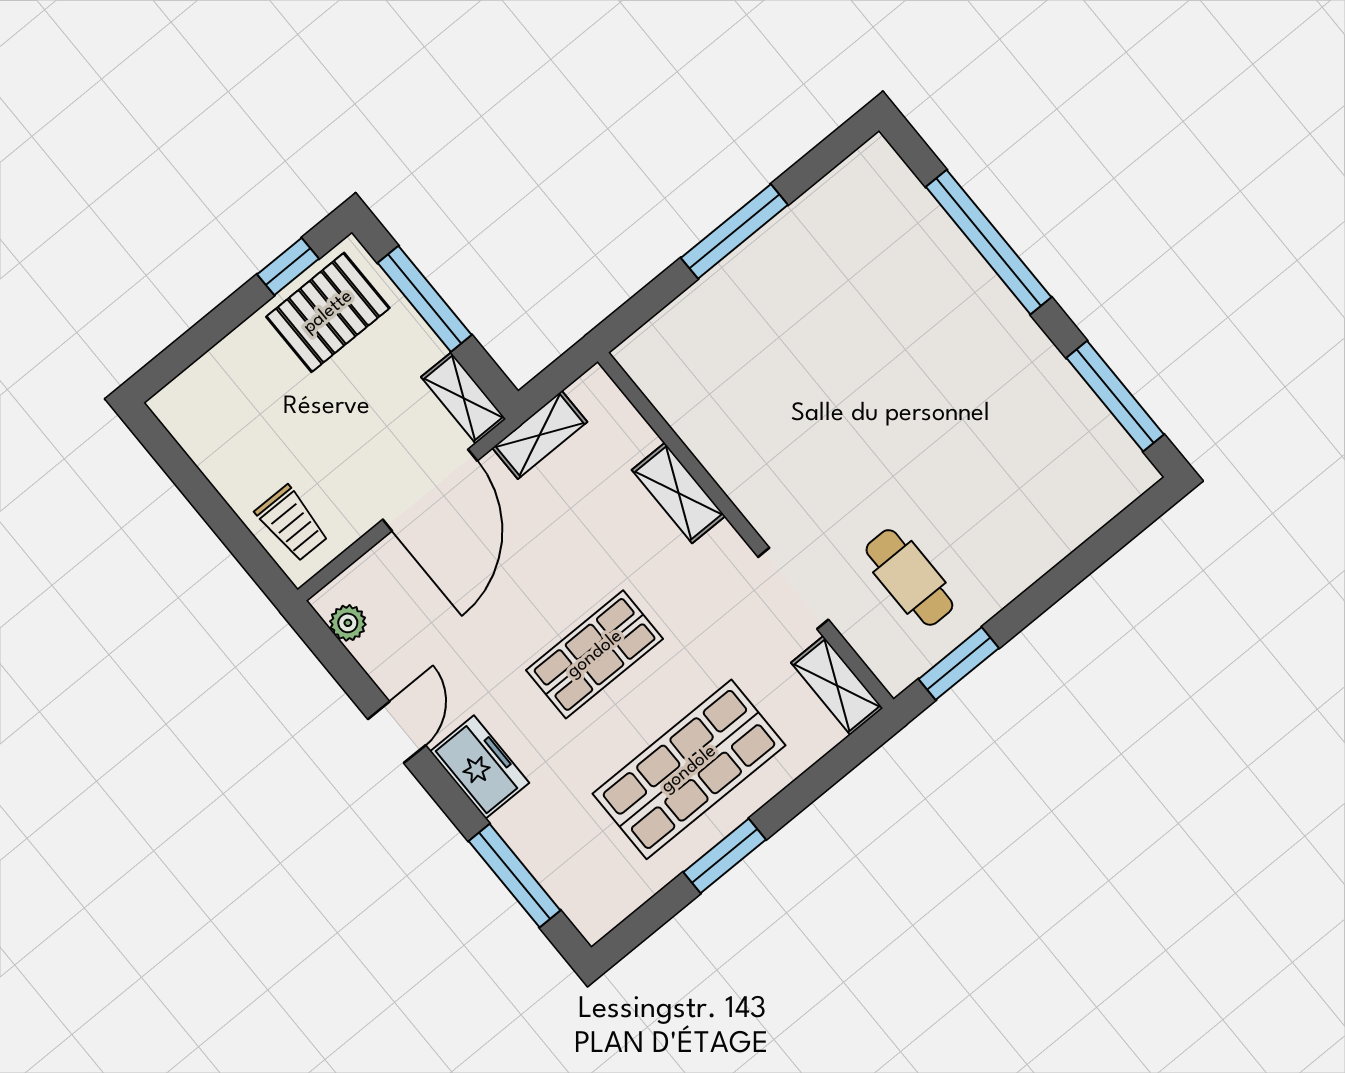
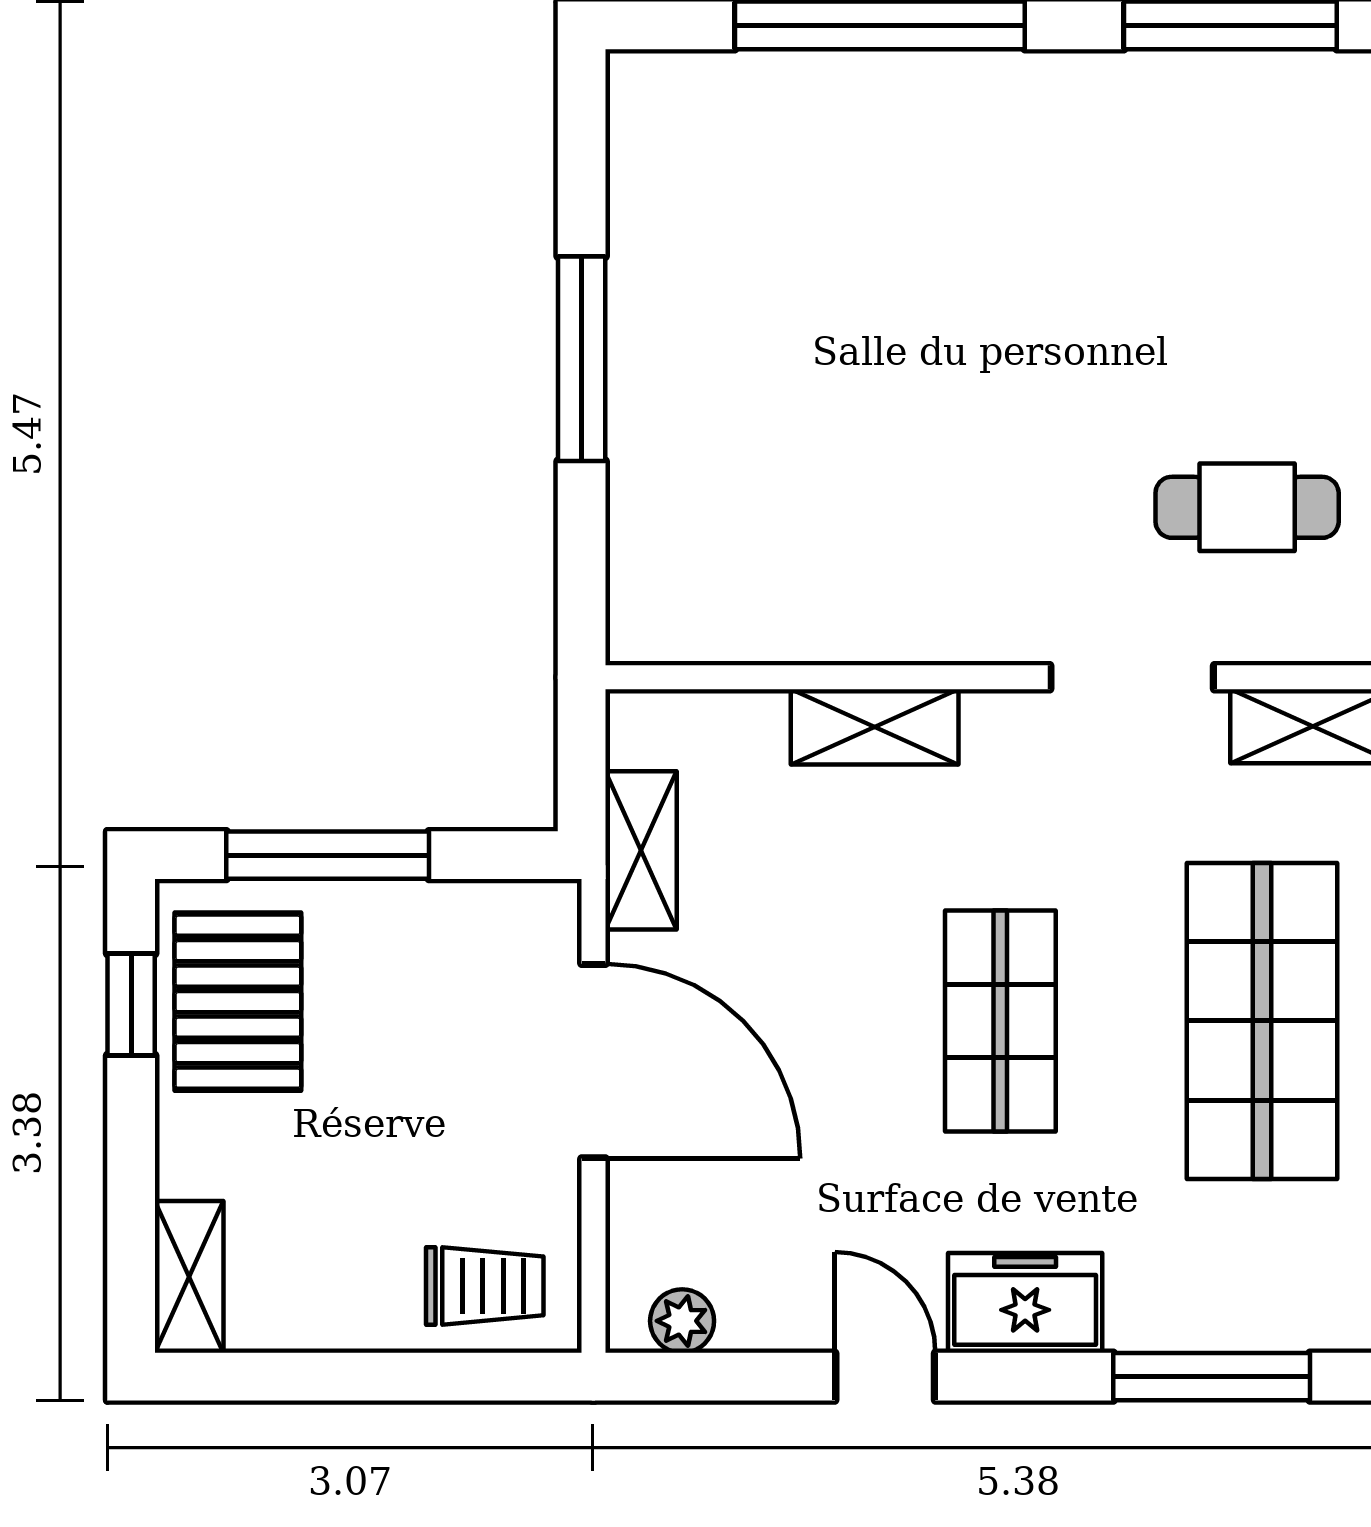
shelving: (463, 398) -> (189, 1277), moved, turned 90

